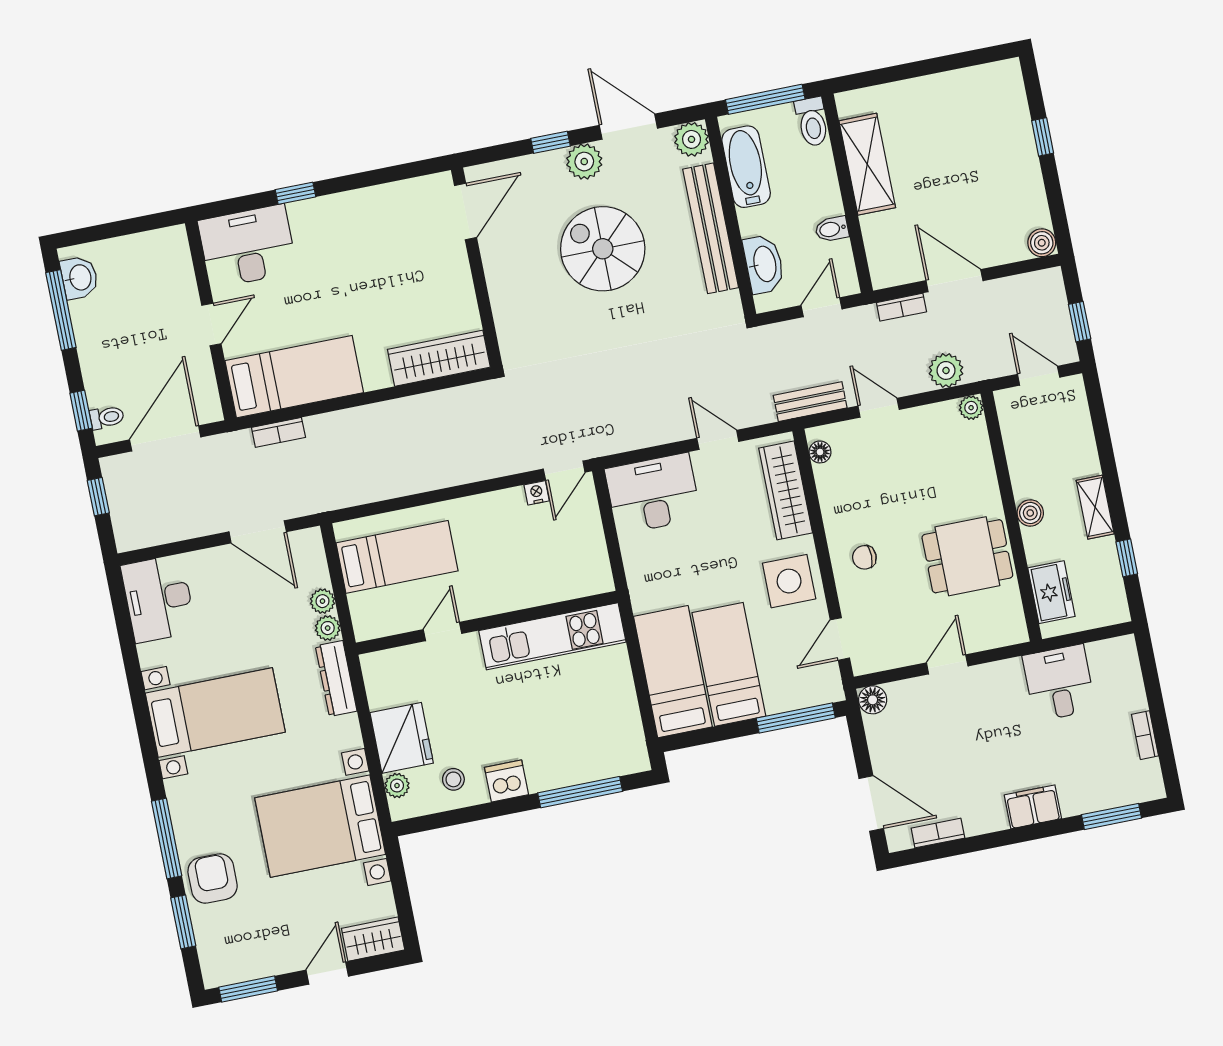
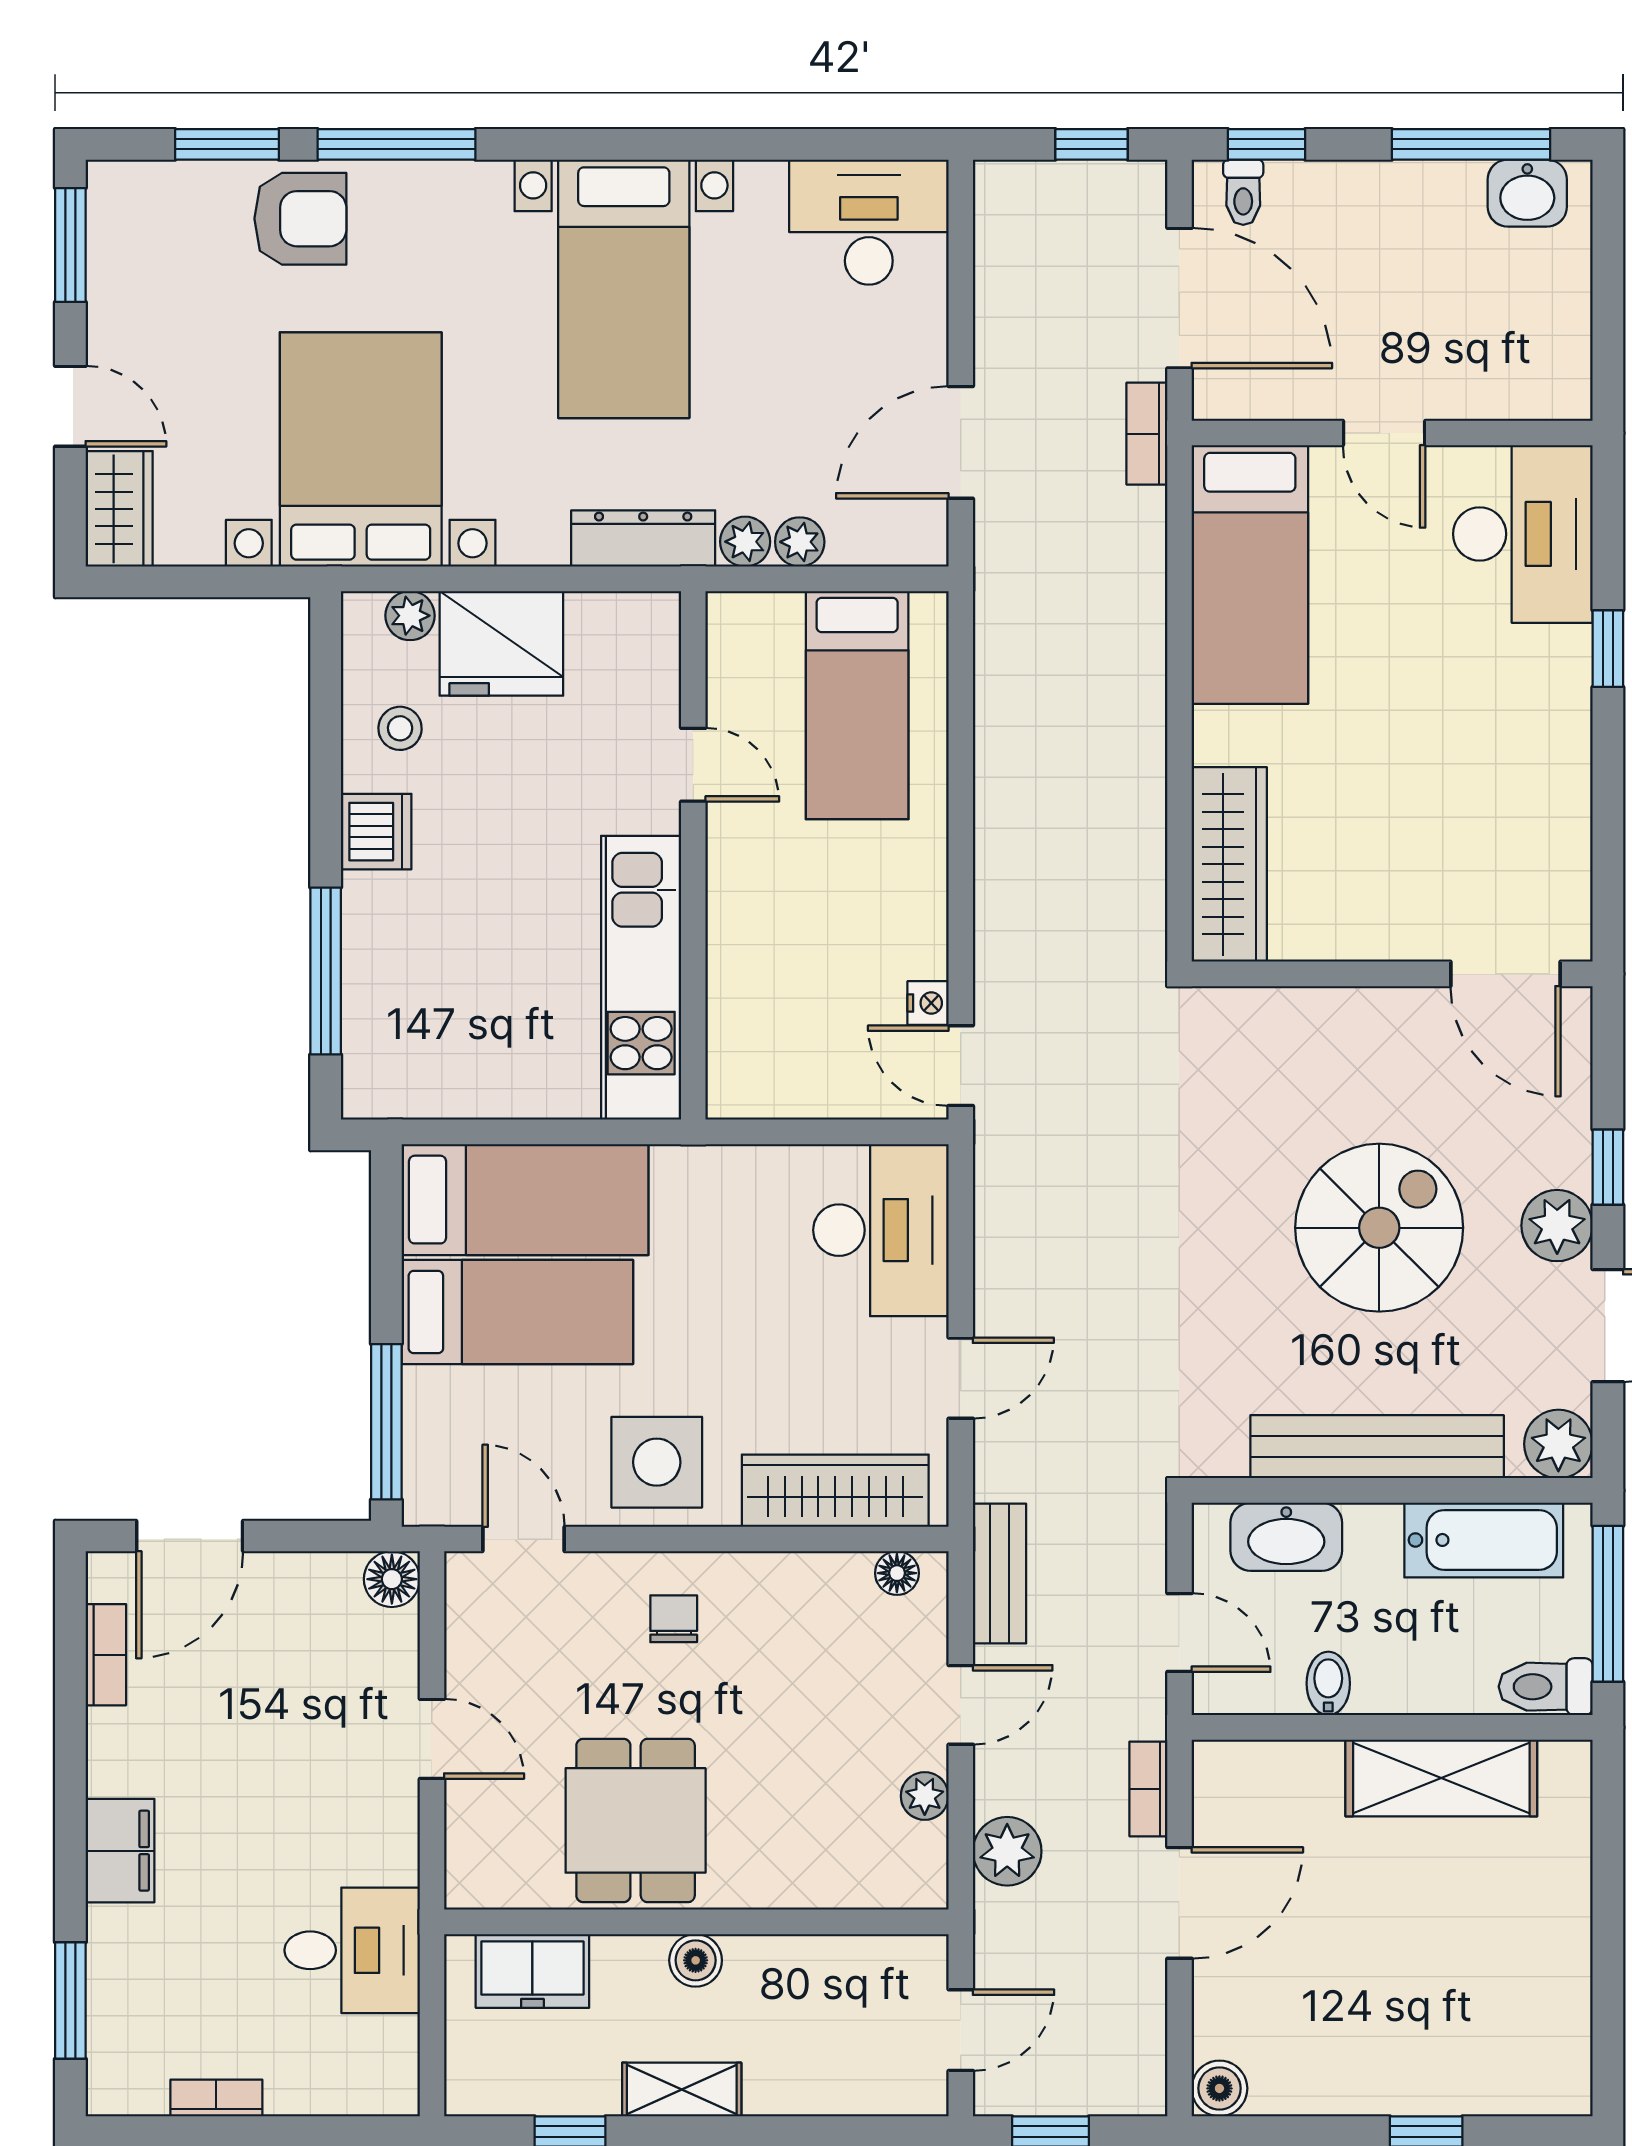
plant: (971, 408) -> (925, 1796), moved
bookcase: (278, 432) -> (1147, 434), moved

